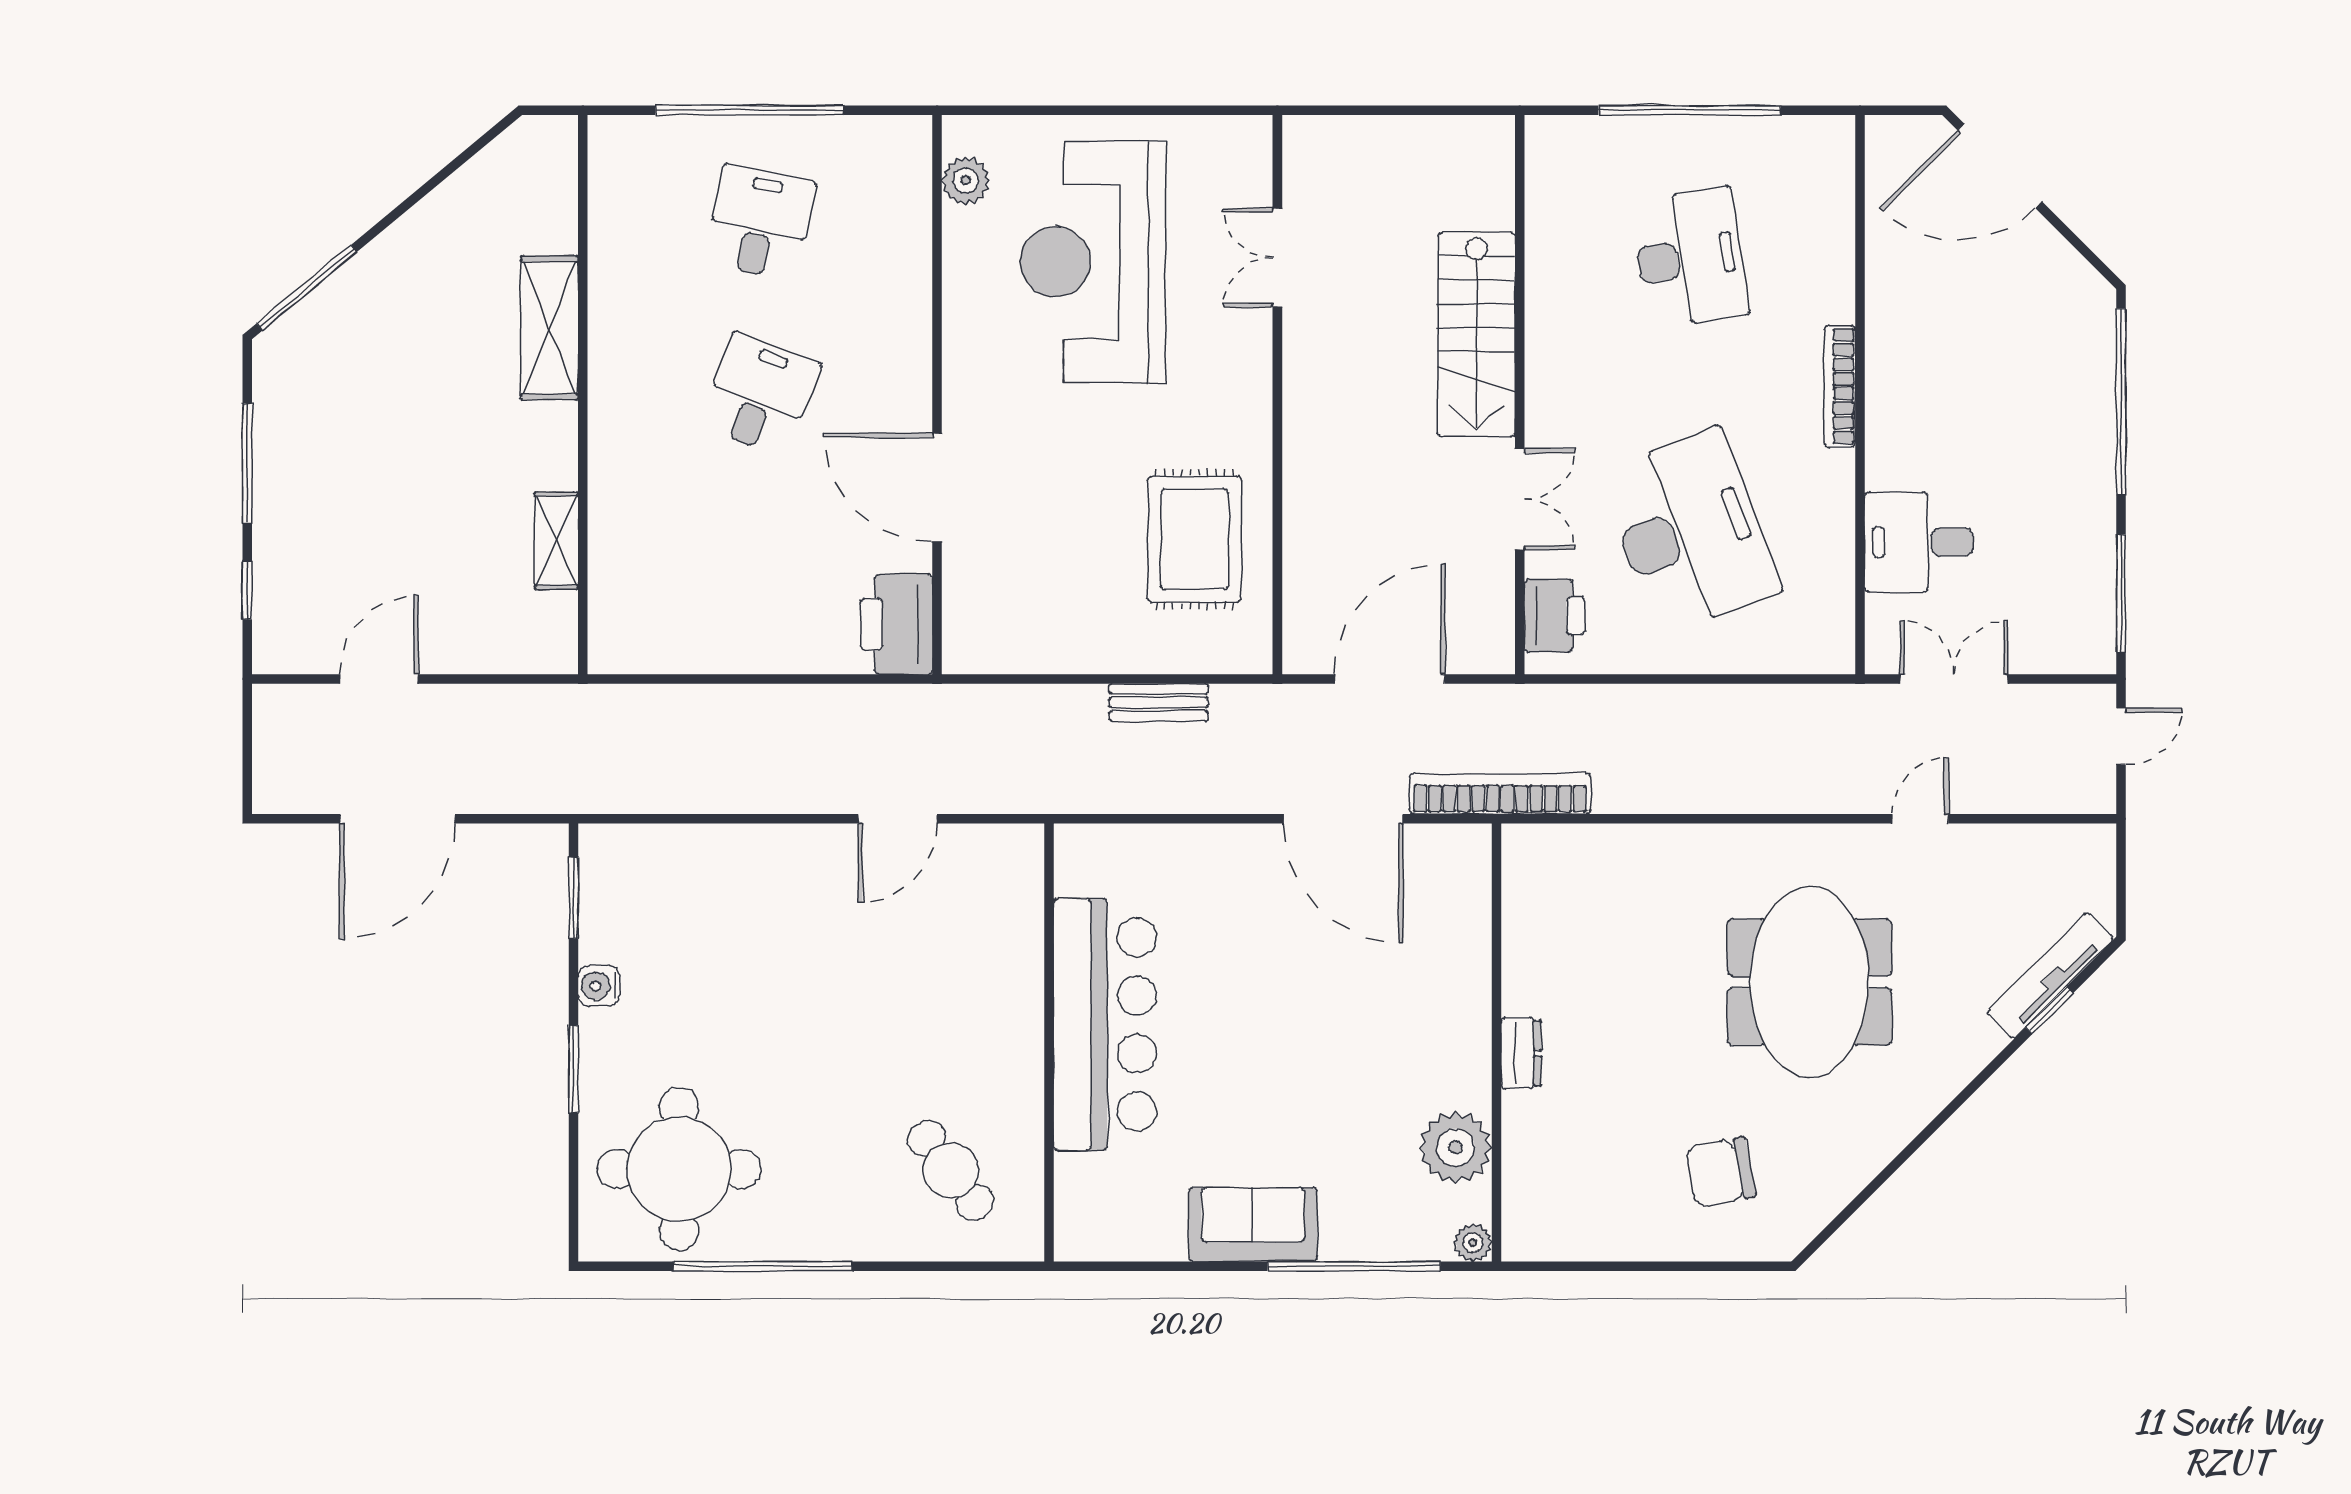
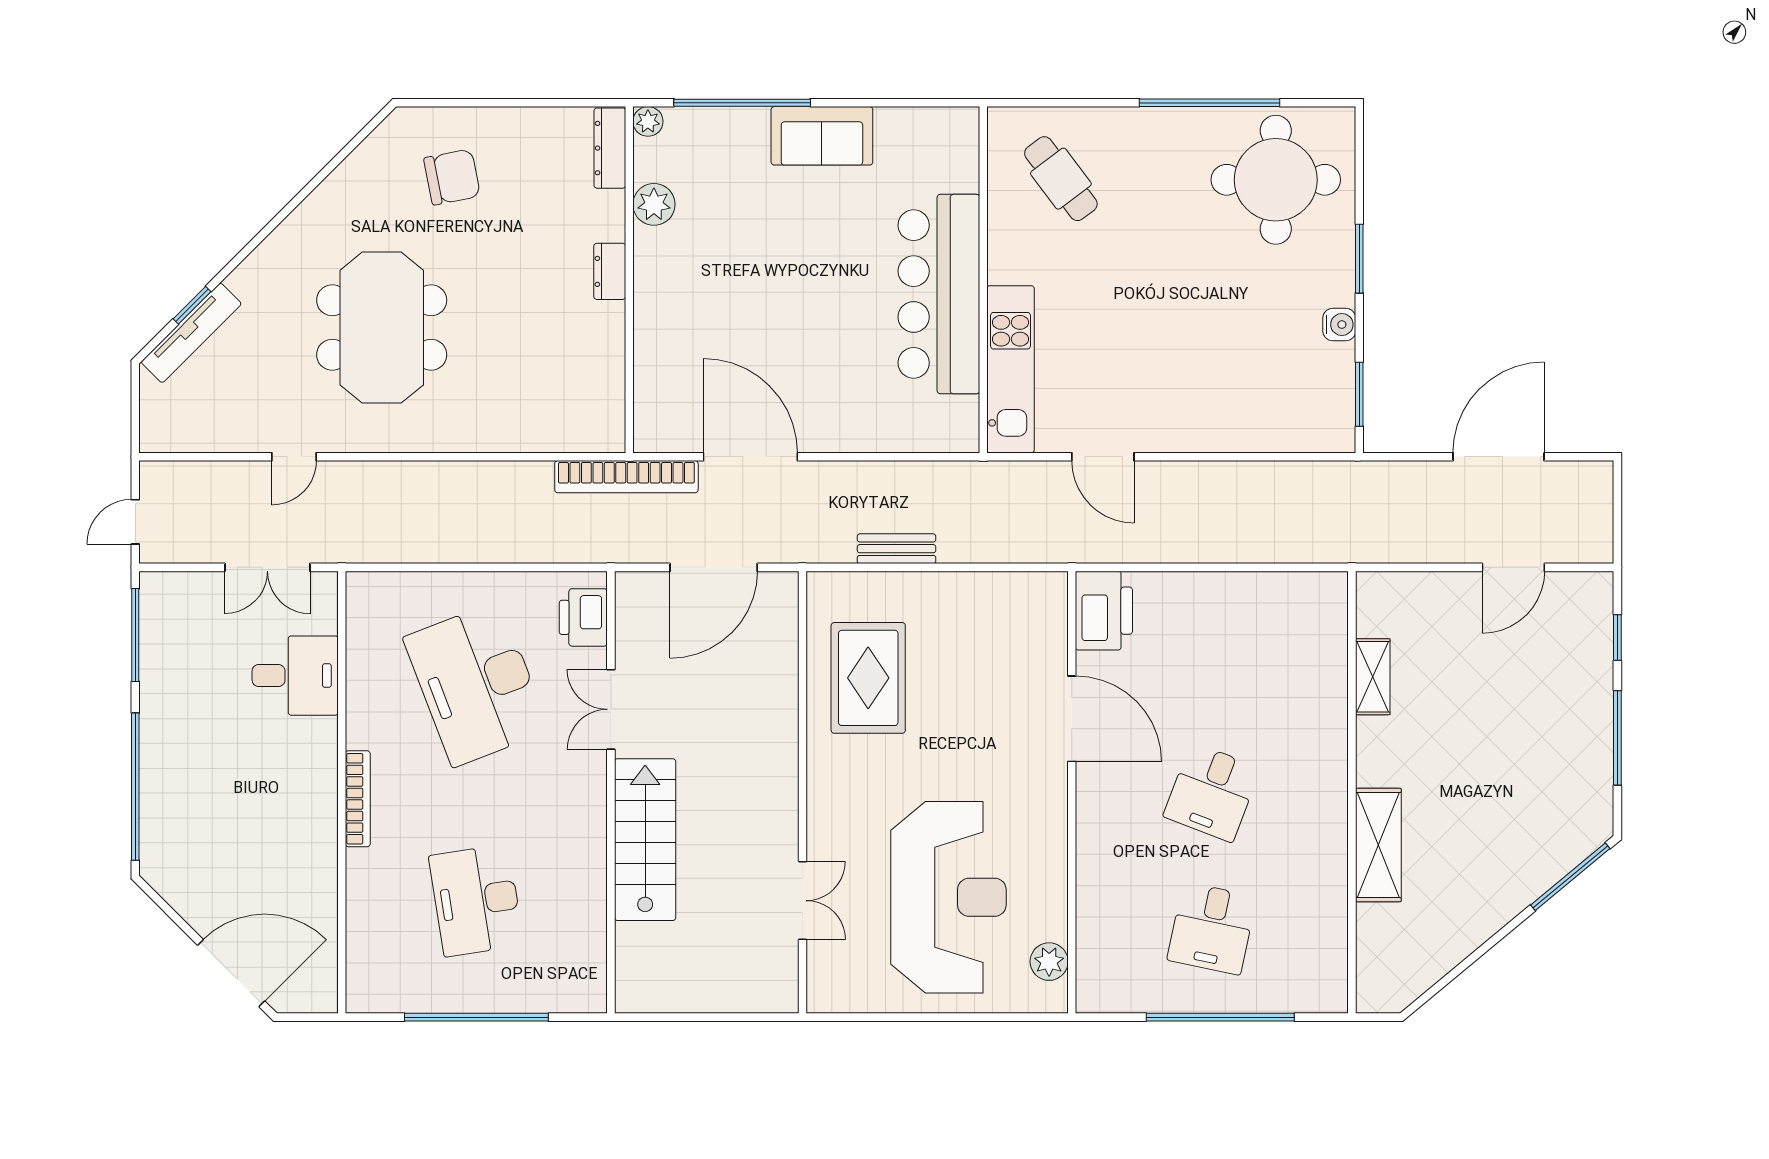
door: (898, 819) -> (1103, 457), swing flipped
kitchen unit: (1014, 929) -> (1011, 369), added
plant: (1456, 1147) -> (654, 204), width x0.73, depth x0.73
dresser: (1521, 1209) -> (610, 148), added

